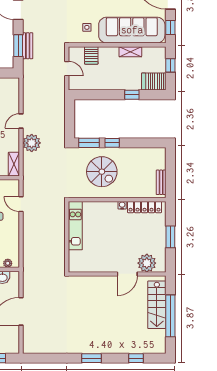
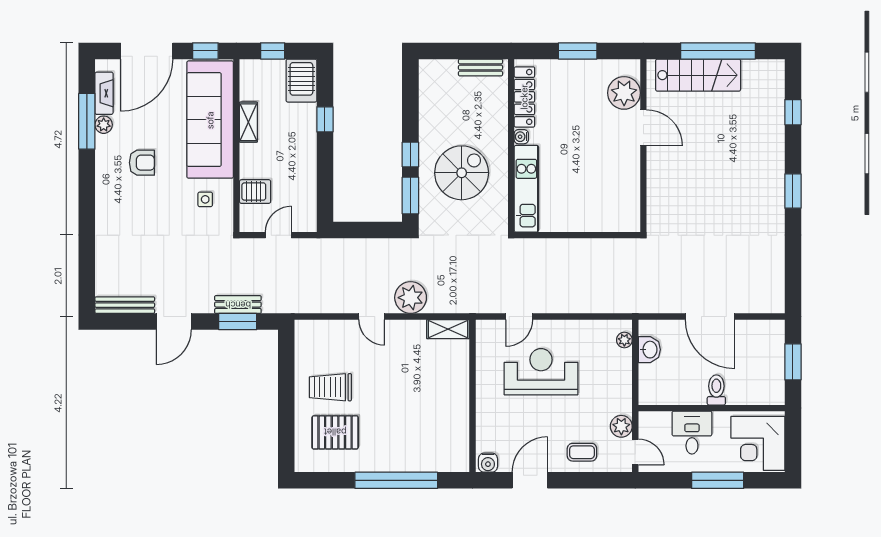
kitchen unit: (75, 226) -> (526, 189), moved, turned 90

